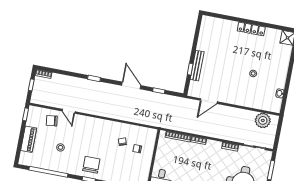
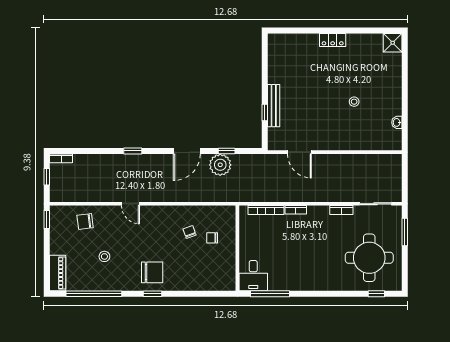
locker: (251, 29) -> (333, 40), width x0.66
door: (131, 85) -> (187, 151), swing flipped
door: (209, 101) -> (299, 152), hinge flipped
door: (69, 111) -> (130, 204), moved
plant: (263, 120) -> (220, 165), moved
piano: (29, 139) -> (58, 273), moved
chair: (91, 165) -> (152, 272), turned 90

